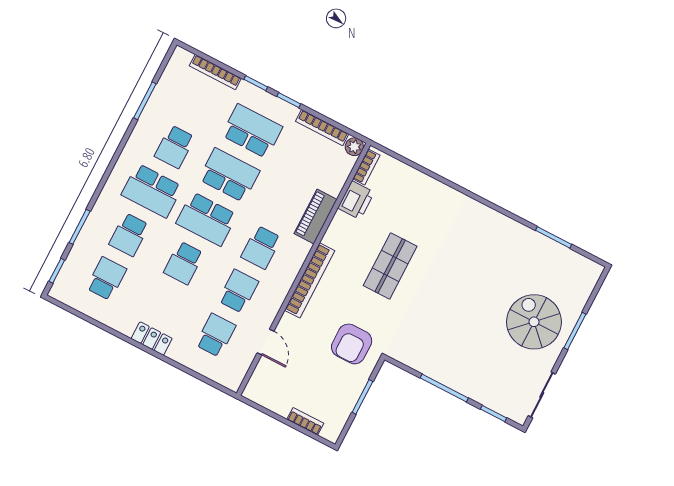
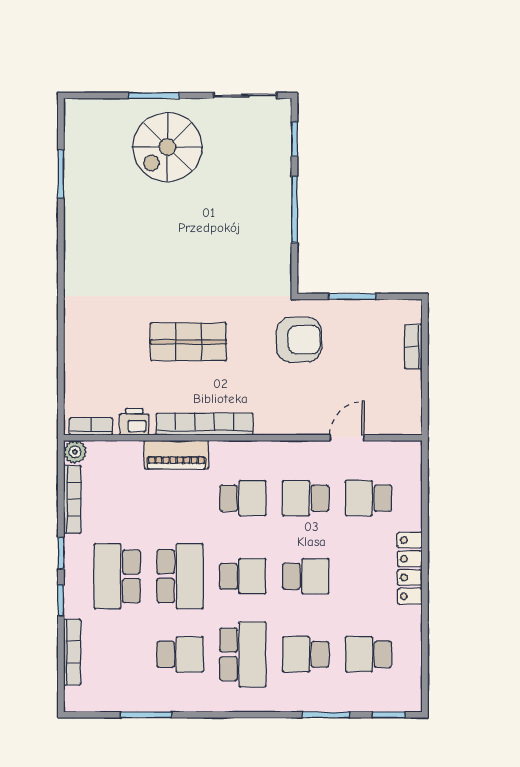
school desk: (229, 175) -> (180, 576), turned 180
printer: (356, 200) -> (134, 422), width x0.73, depth x0.81
school desk: (207, 219) -> (243, 576), width x0.54
school desk: (129, 235) -> (306, 654), turned 180
bookcase: (310, 280) -> (205, 424), moved
locker: (152, 339) -> (410, 568), width x1.53

